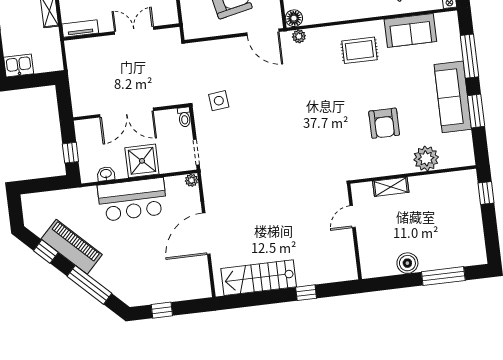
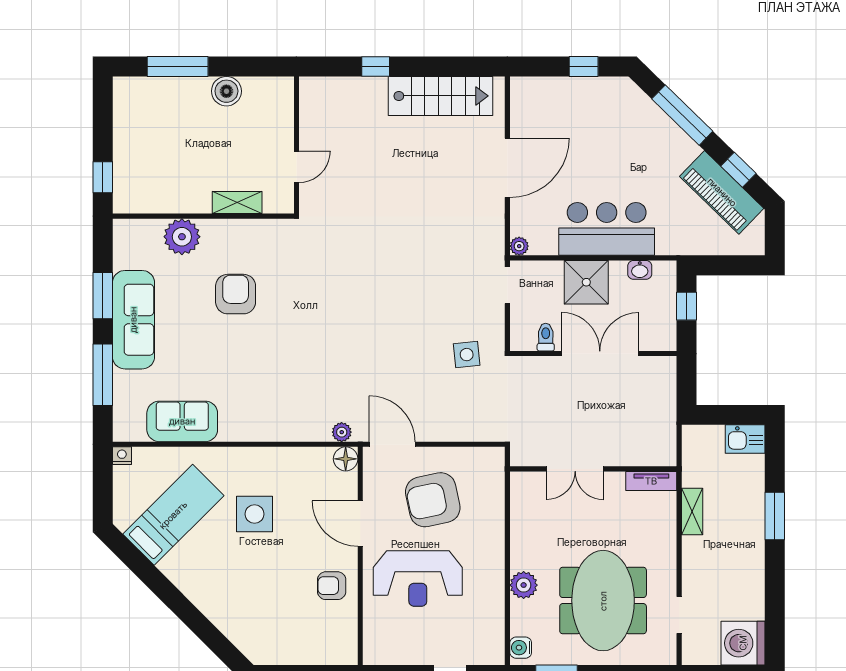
rug: (359, 50) -> (258, 402), removed
toilet: (184, 117) -> (546, 337), moved
piano: (72, 247) -> (722, 192), moved

